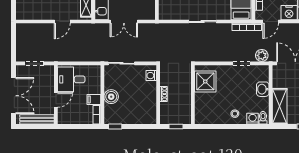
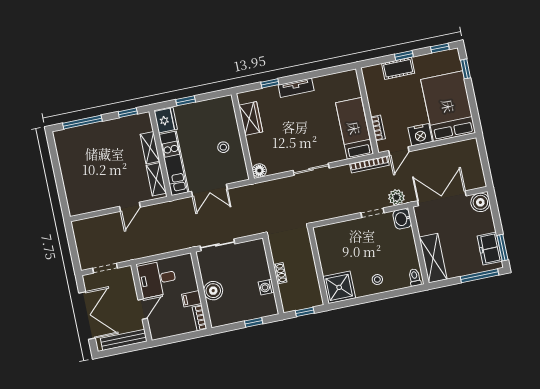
floor lamp: (164, 15) -> (259, 171), added
washing machine: (151, 76) -> (266, 287), moved
shower: (205, 81) -> (339, 287), moved
washbasin: (263, 89) -> (402, 219), moved
washing machine: (253, 119) -> (401, 281), removed
window: (115, 127) -> (254, 322), moved

